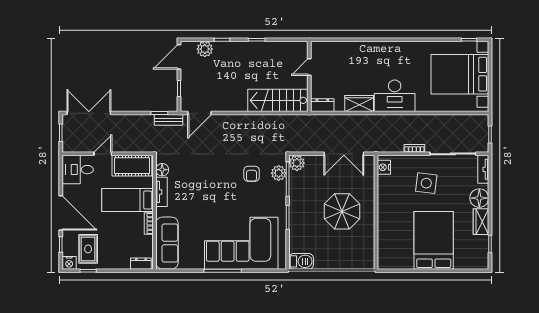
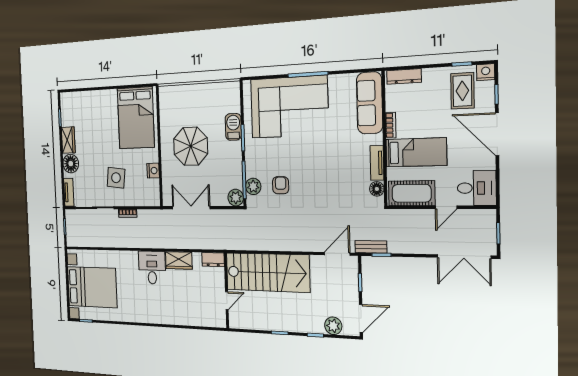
desk: (395, 96) -> (152, 268), width x0.73
stairs: (278, 100) -> (267, 272), width x1.36, depth x1.51
nightstand: (384, 167) -> (153, 171), moved
bed: (434, 240) -> (136, 118), moved
barbecue: (301, 261) -> (233, 127), moved, turned 90
dresser: (141, 264) -> (404, 76), width x1.44

